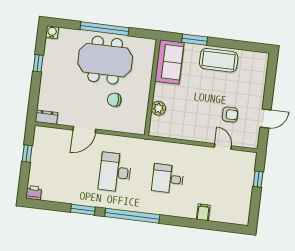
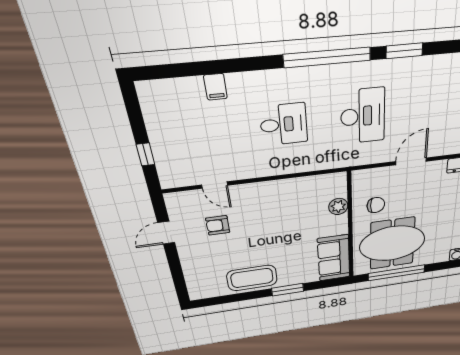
sofa: (169, 62) -> (334, 258), moved
wall: (152, 87) -> (350, 227), moved
plant: (158, 108) -> (338, 207), moved

